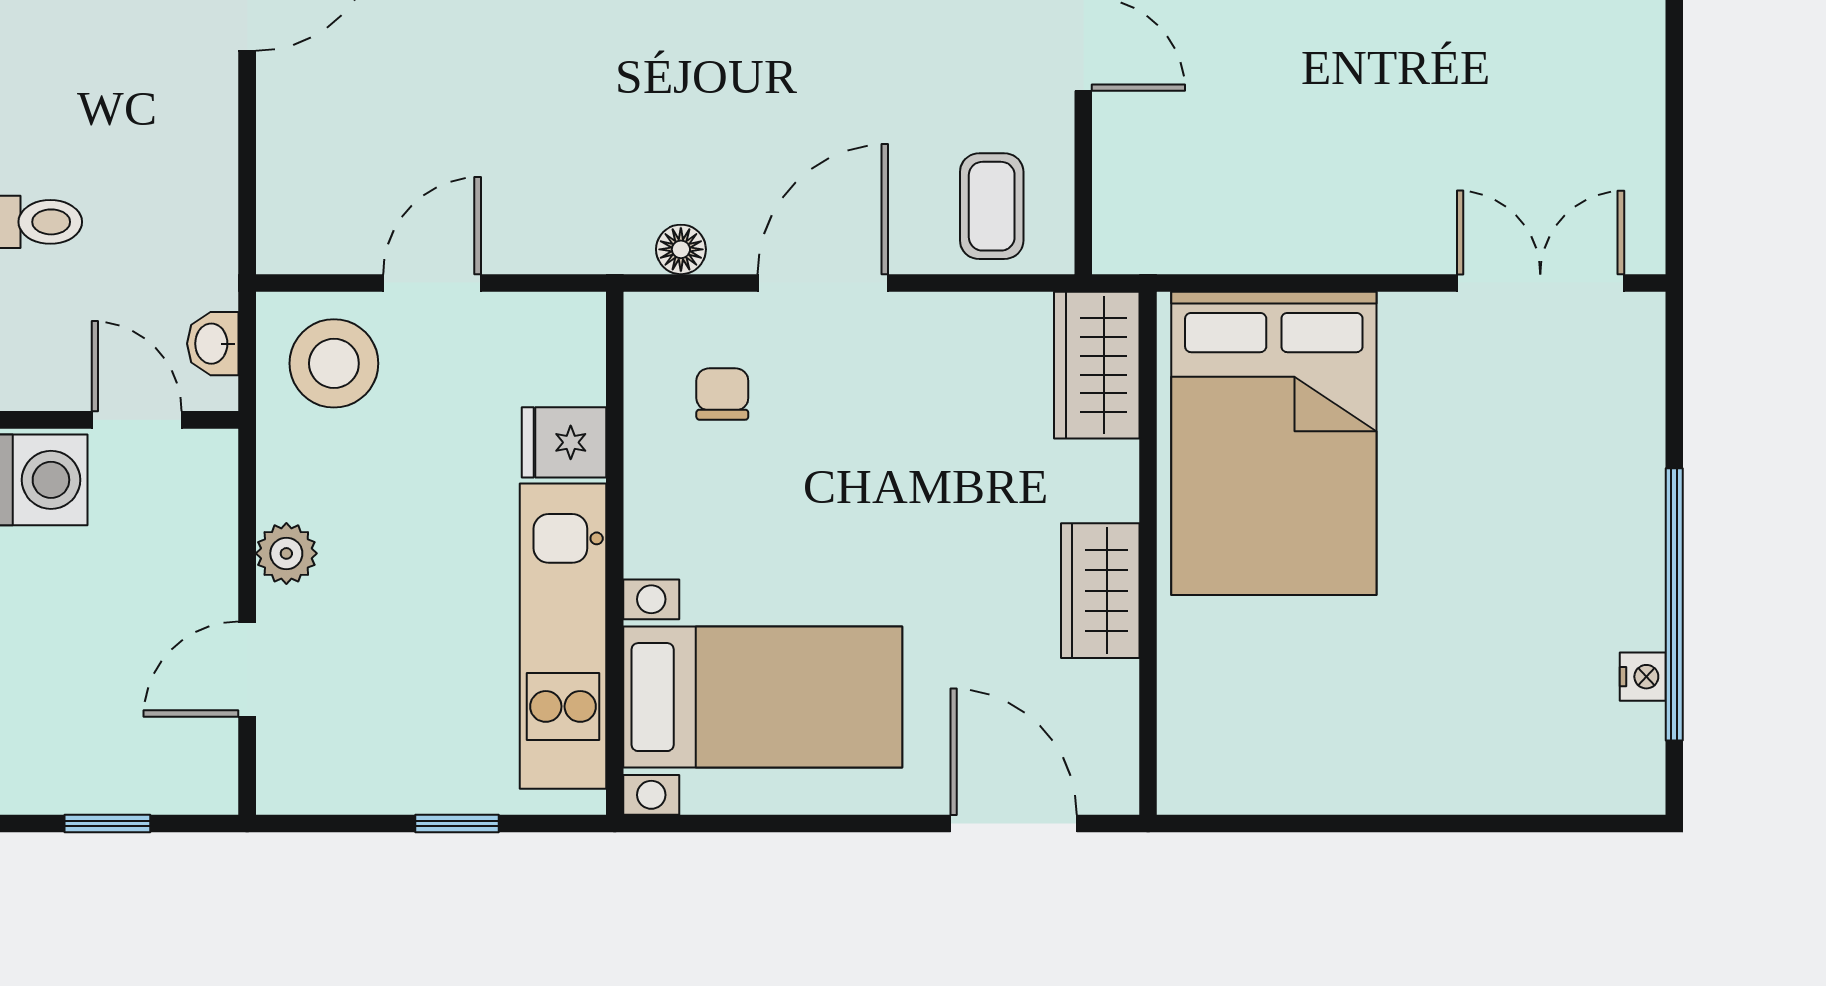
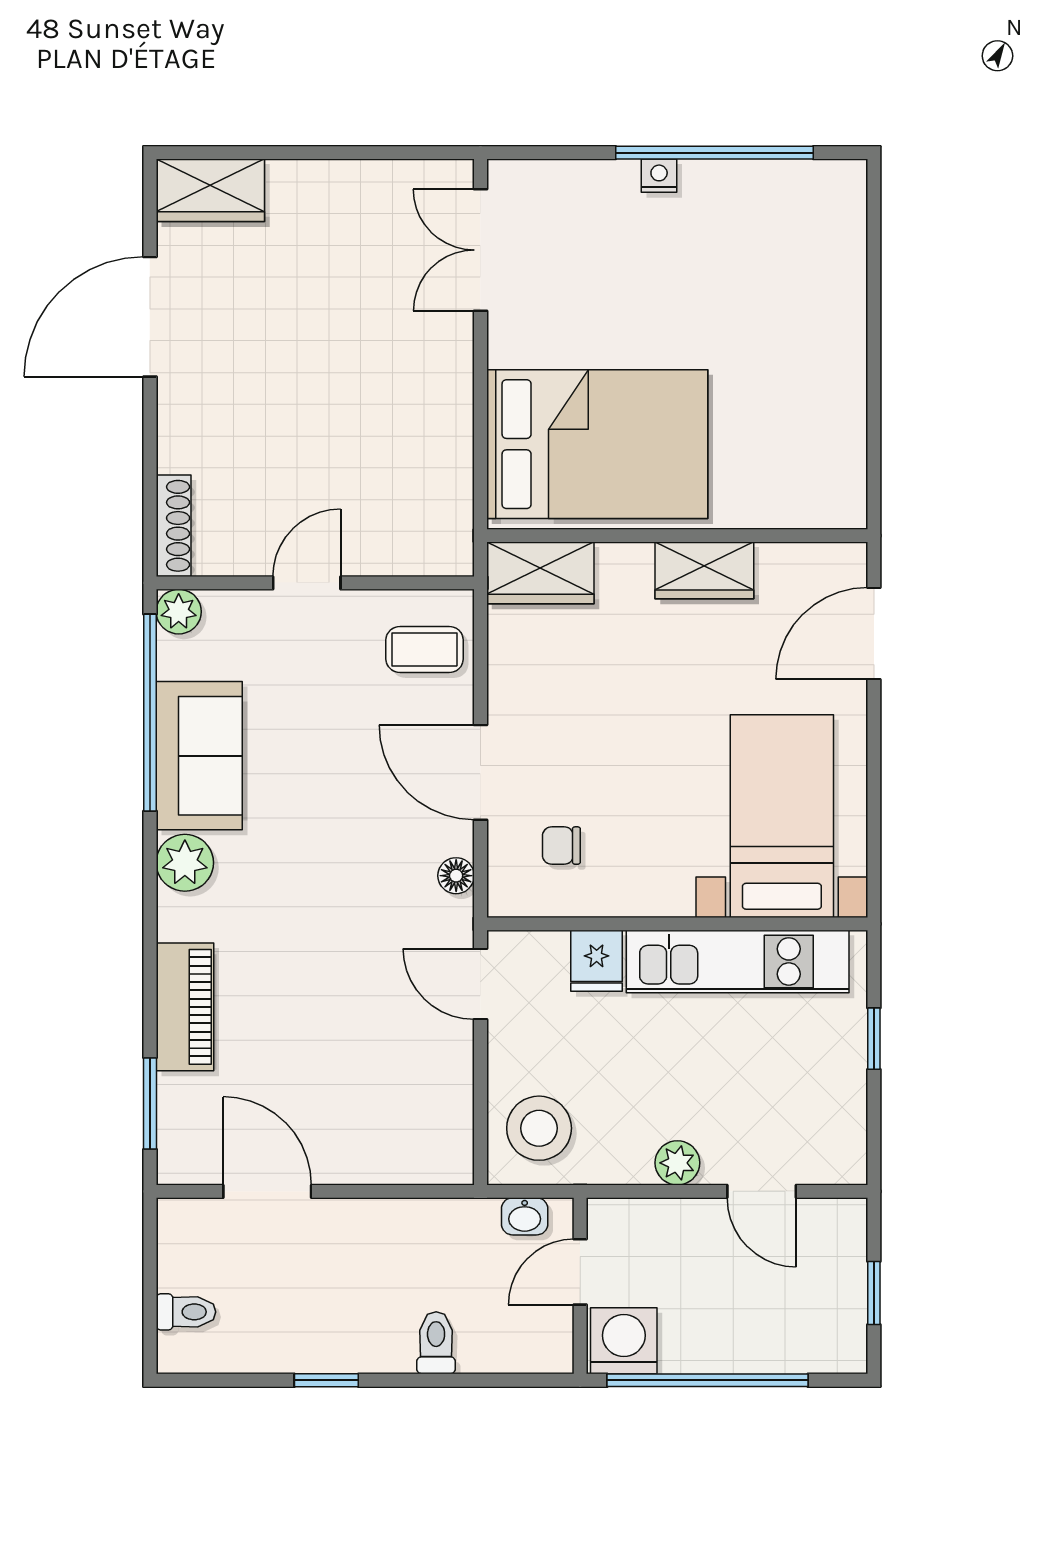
door: (432, 283) -> (480, 984), moved
nightstand: (1643, 677) -> (659, 176), moved

